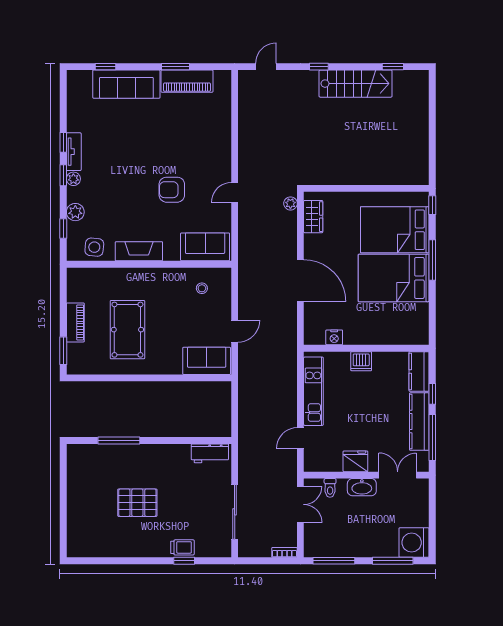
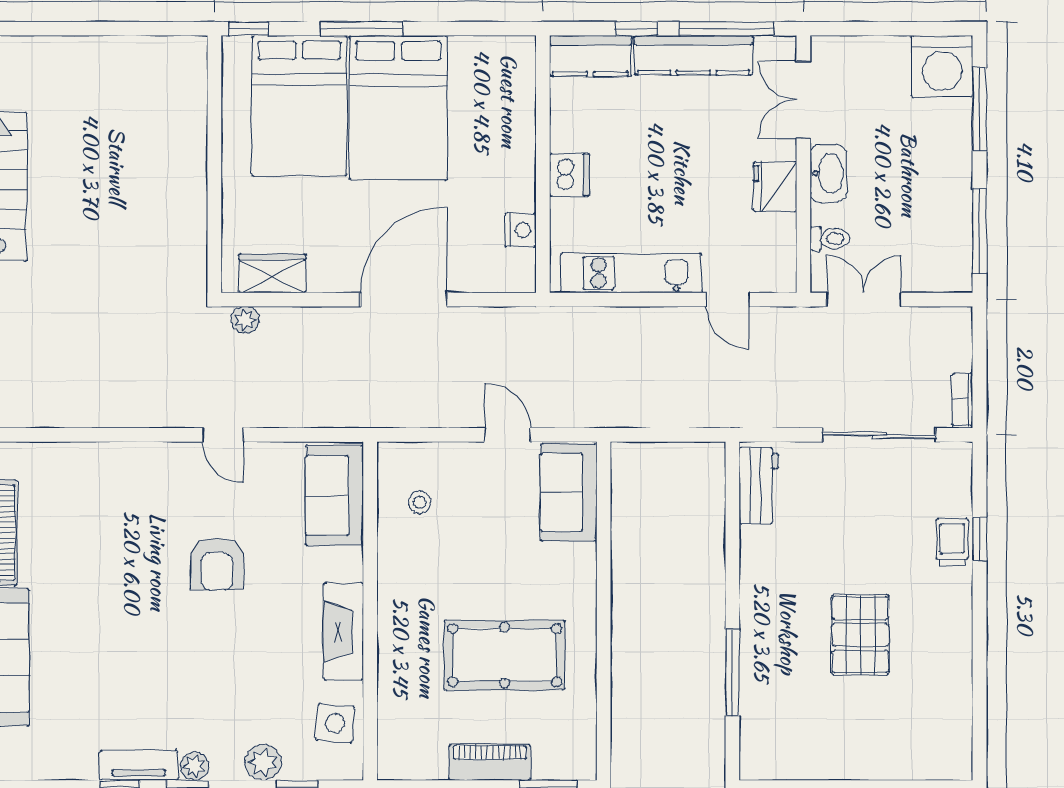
bookcase: (284, 552) -> (962, 400), moved

